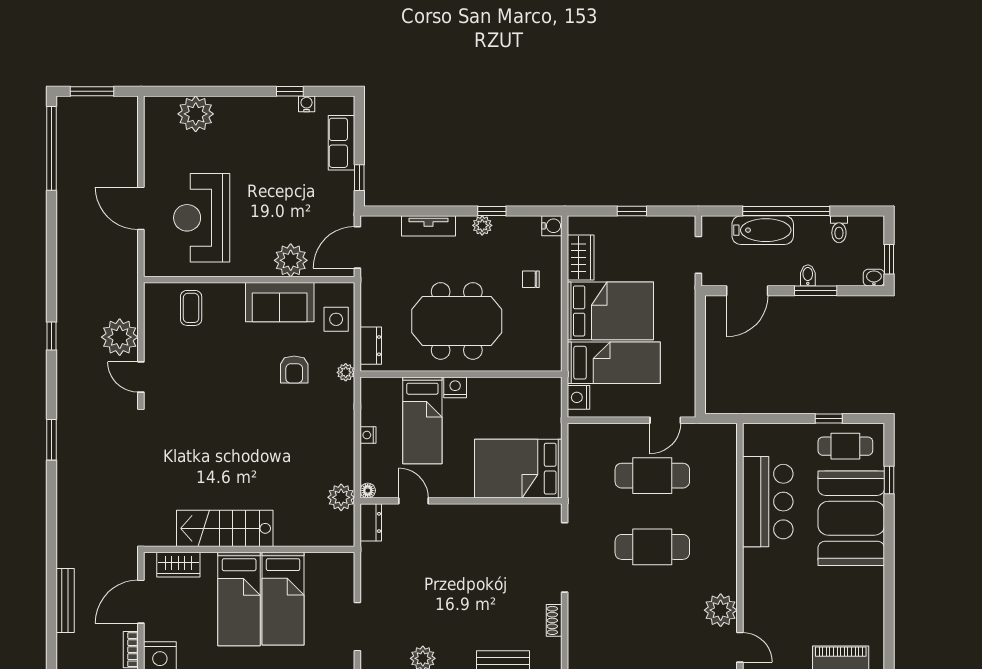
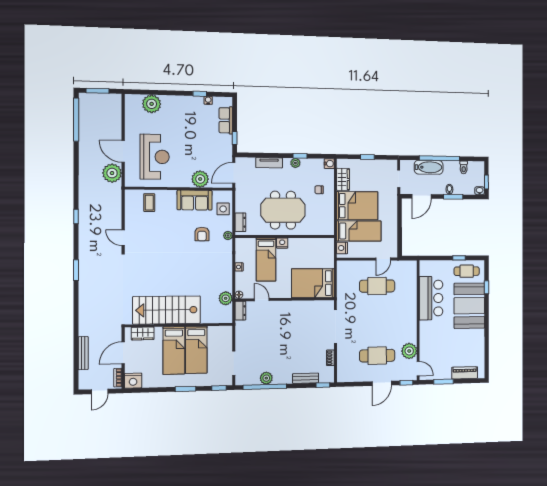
reception desk: (202, 218) -> (155, 157), turned 180
plant: (120, 337) -> (112, 173), moved
stairs: (225, 528) -> (167, 310), width x1.36, depth x1.51
cafe table: (652, 547) -> (377, 356), moved

